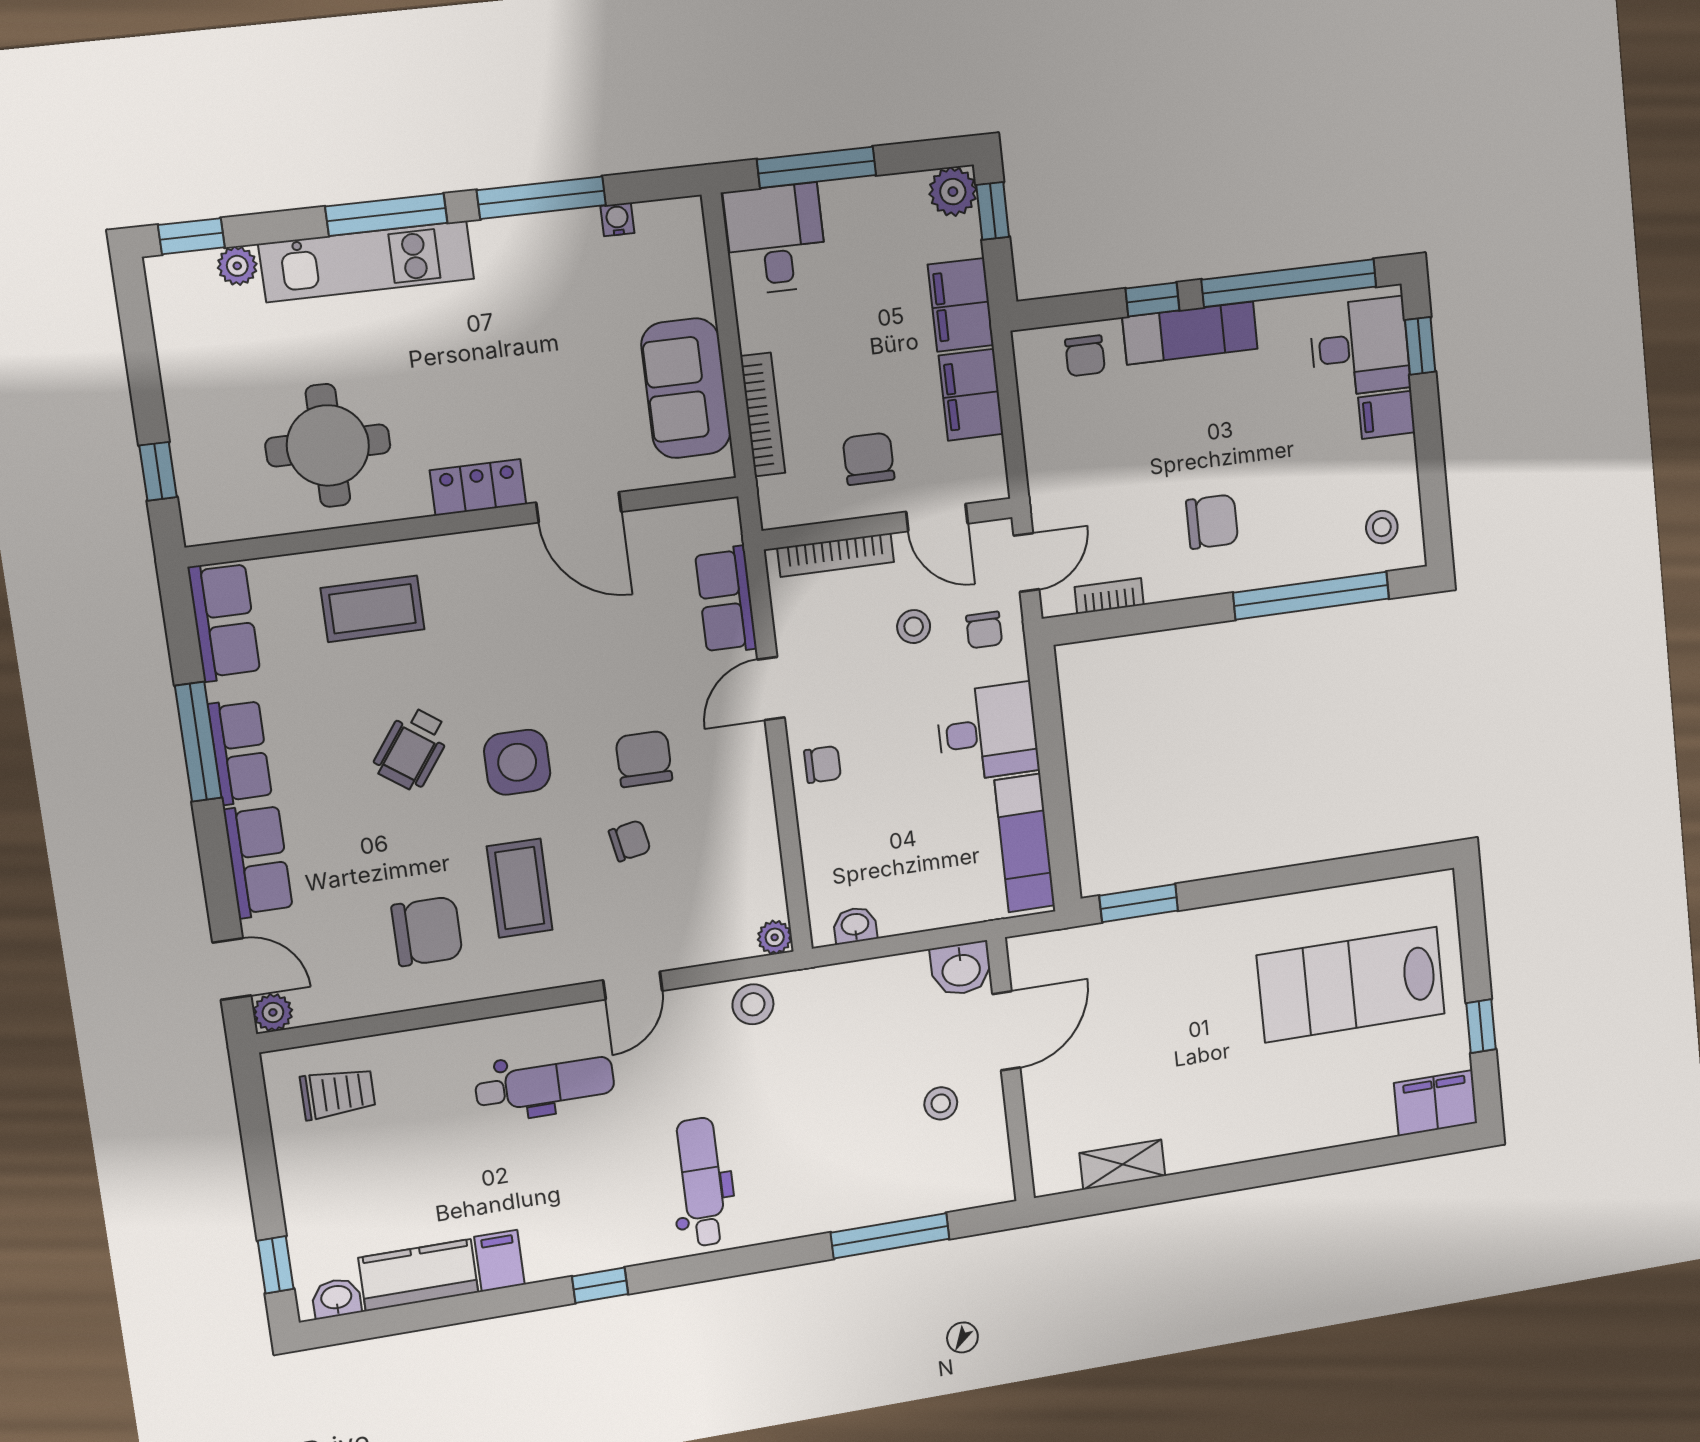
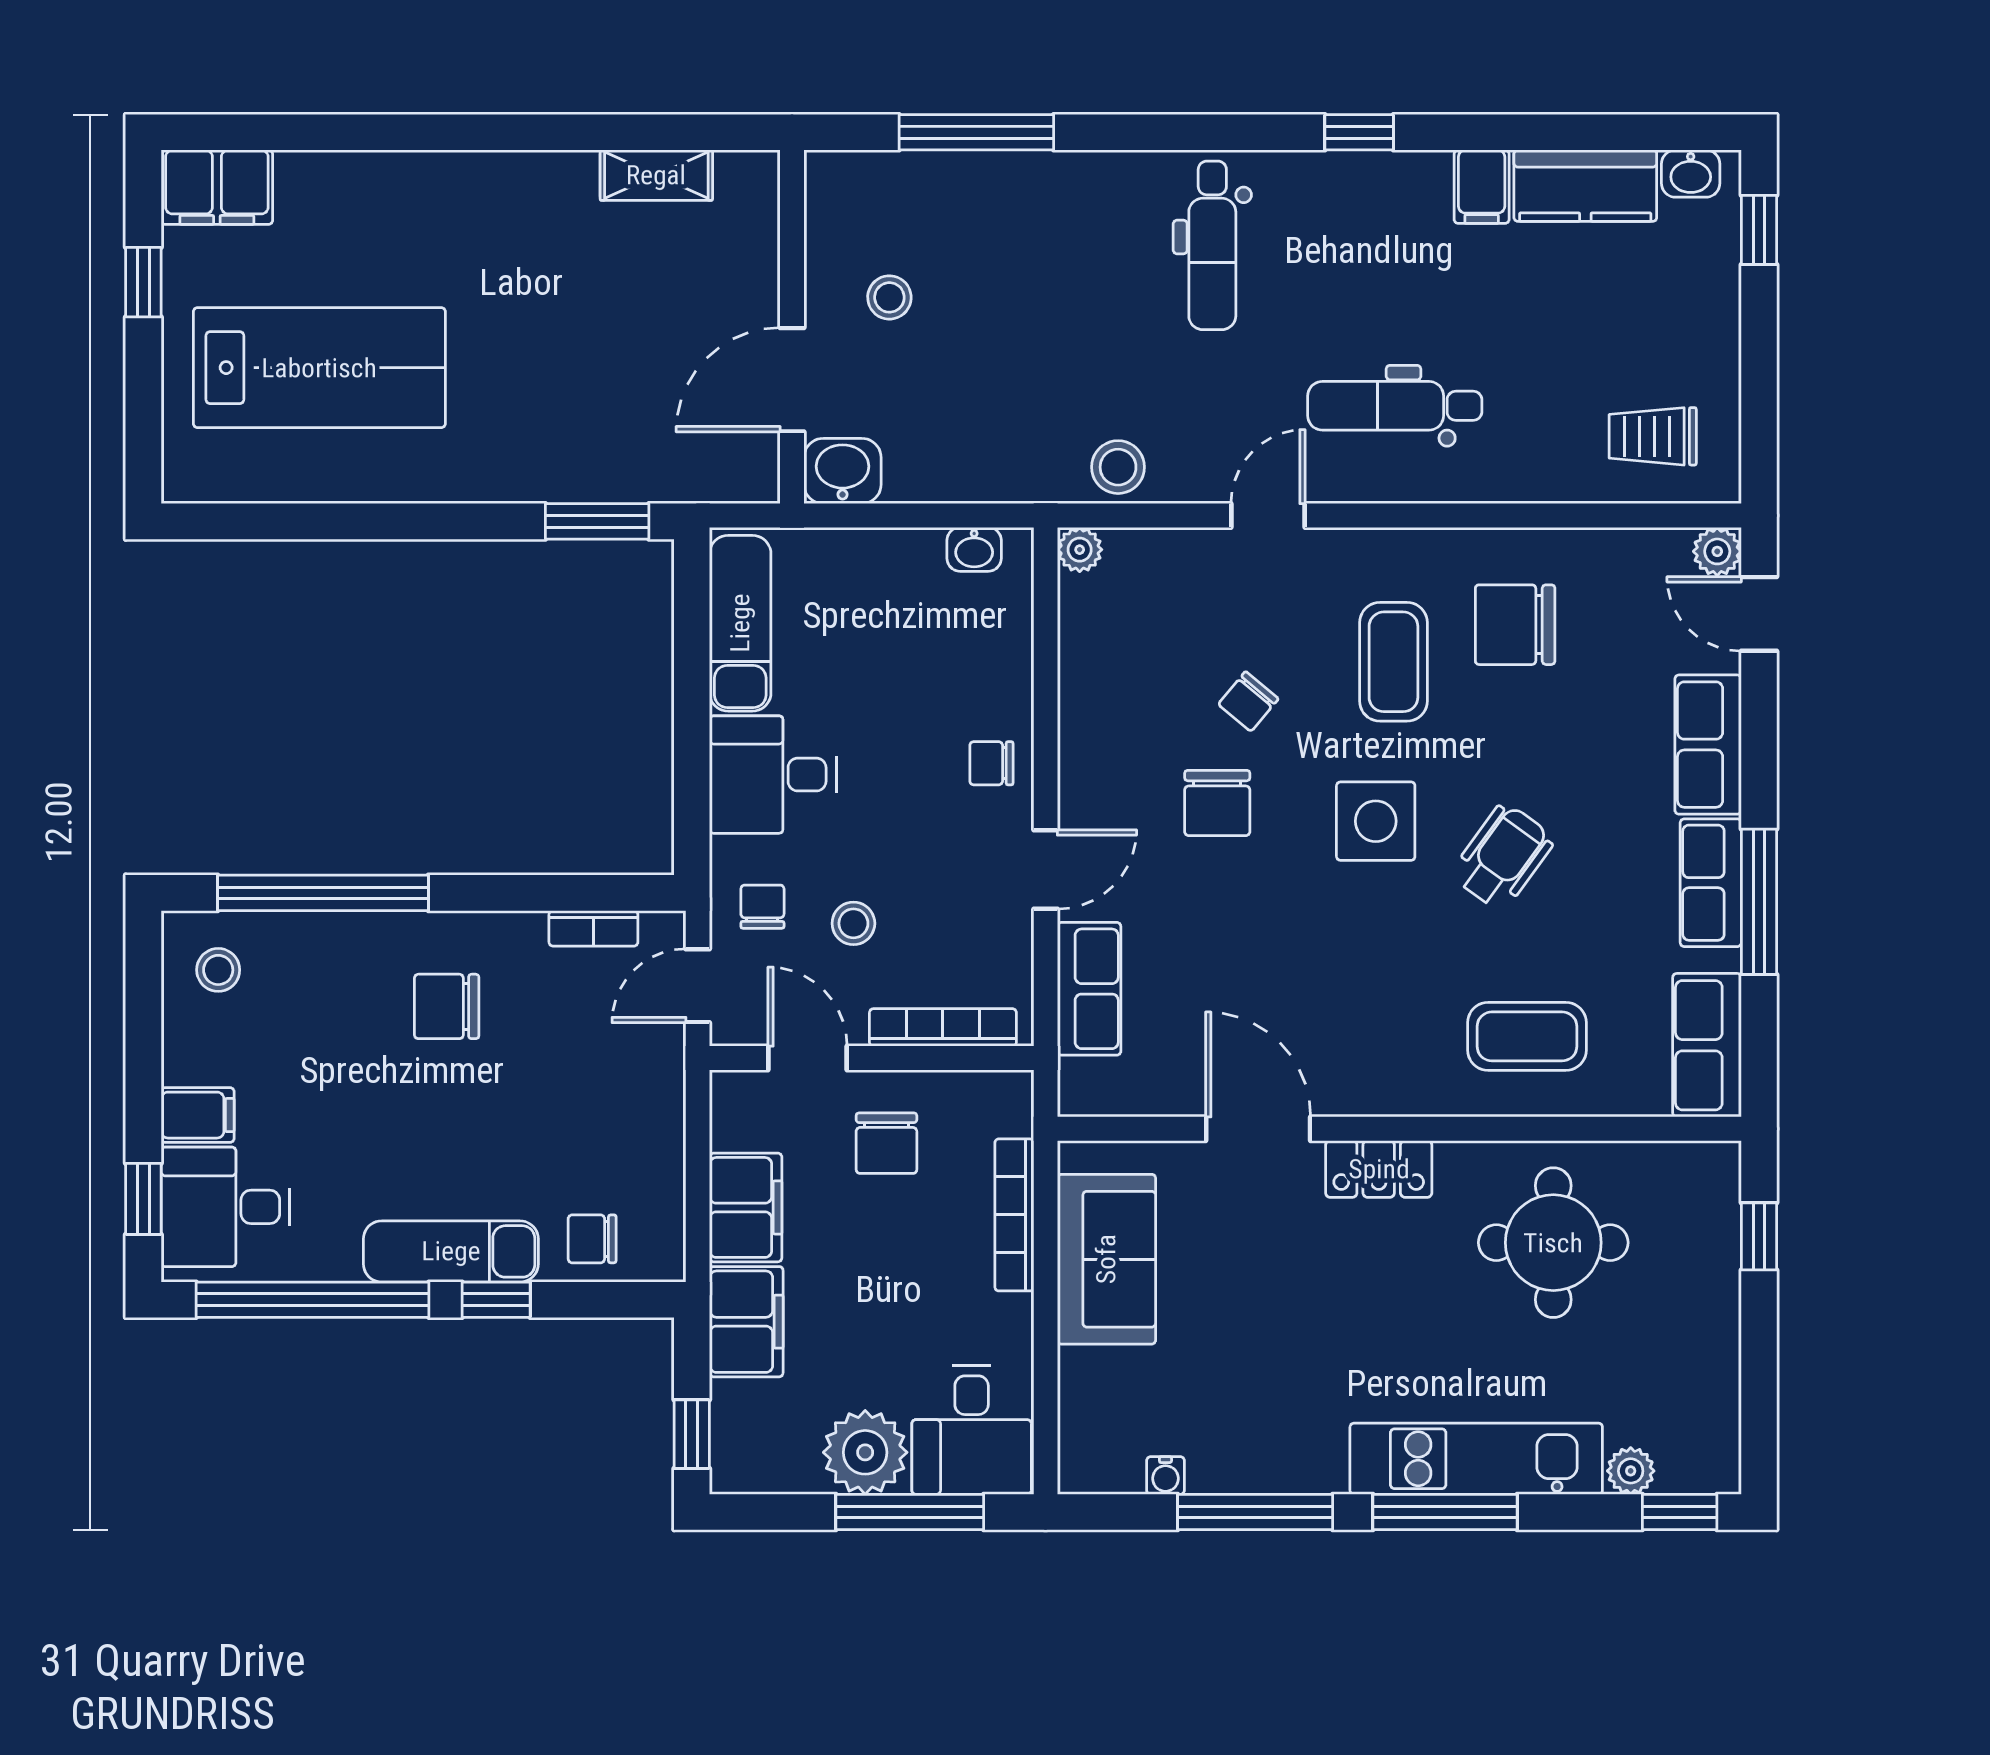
plant: (953, 192) -> (865, 1452), moved, width x1.36, depth x1.36
chair: (1085, 356) -> (592, 1239), turned -90
chair: (630, 841) -> (1248, 701), turned -39

